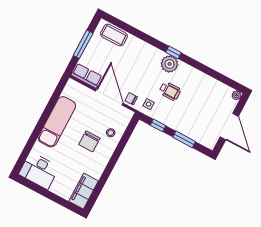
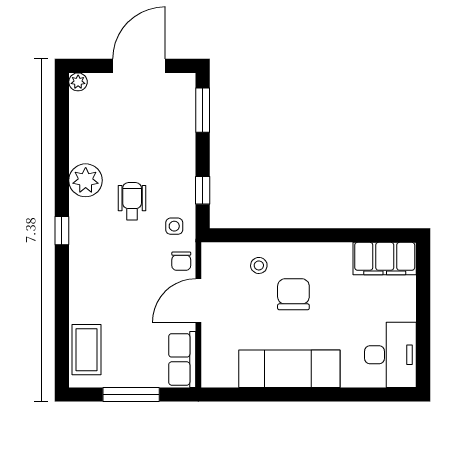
plant: (170, 64) -> (86, 180), moved
door: (109, 97) -> (198, 300), width x0.73
window: (184, 139) -> (203, 110), moved
chair: (89, 141) -> (293, 294), turned -90

